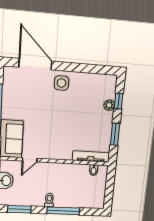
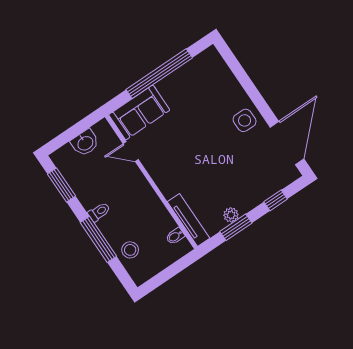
door: (35, 64) -> (287, 143), moved
plant: (109, 105) -> (231, 215), moved
stool: (82, 199) -> (130, 250), added

